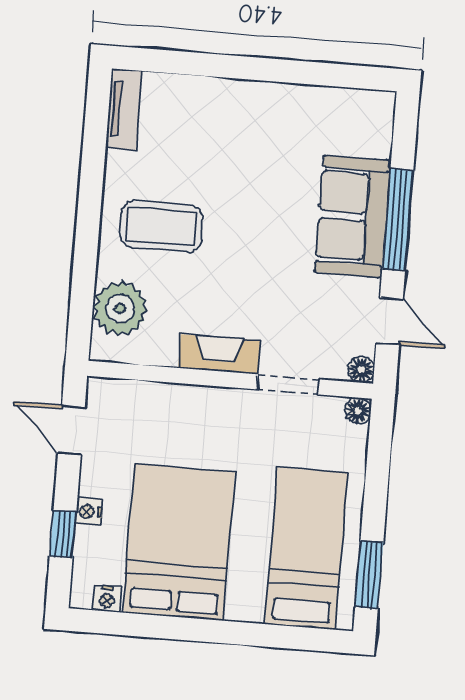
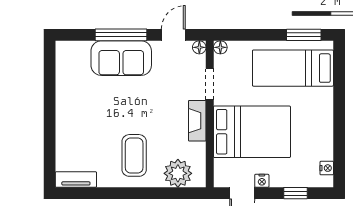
nightstand: (89, 512) -> (262, 181), moved
bed: (179, 542) -> (252, 132), moved, turned 180

